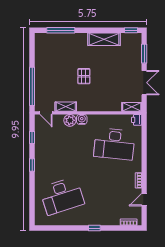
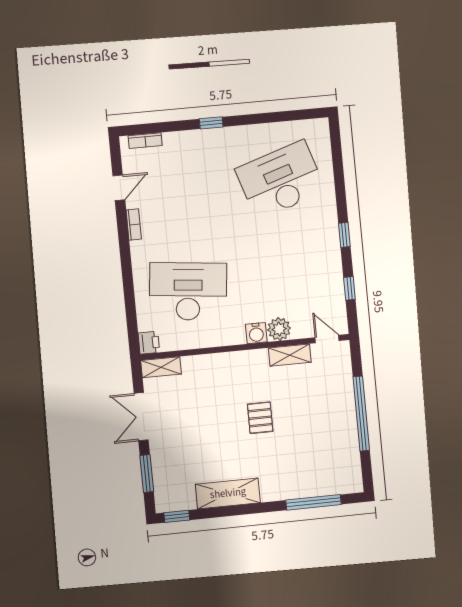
window: (32, 86) -> (361, 414), moved

